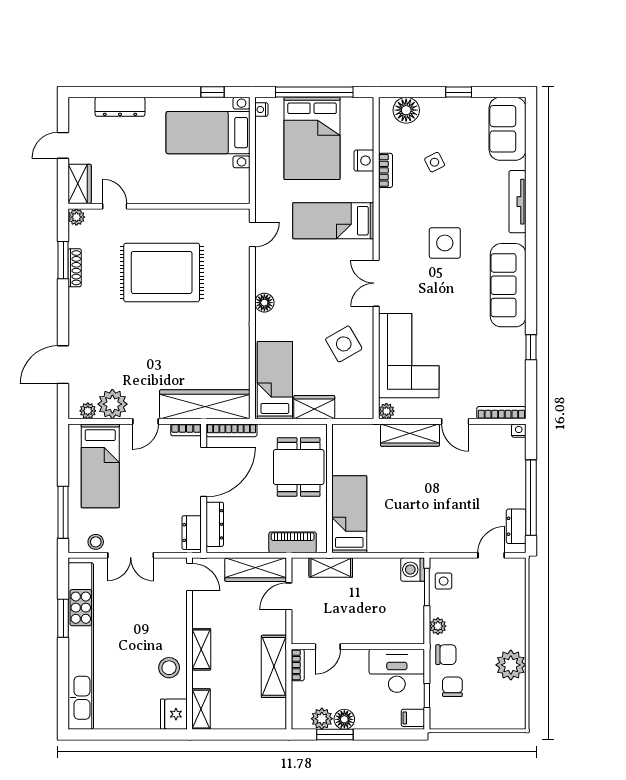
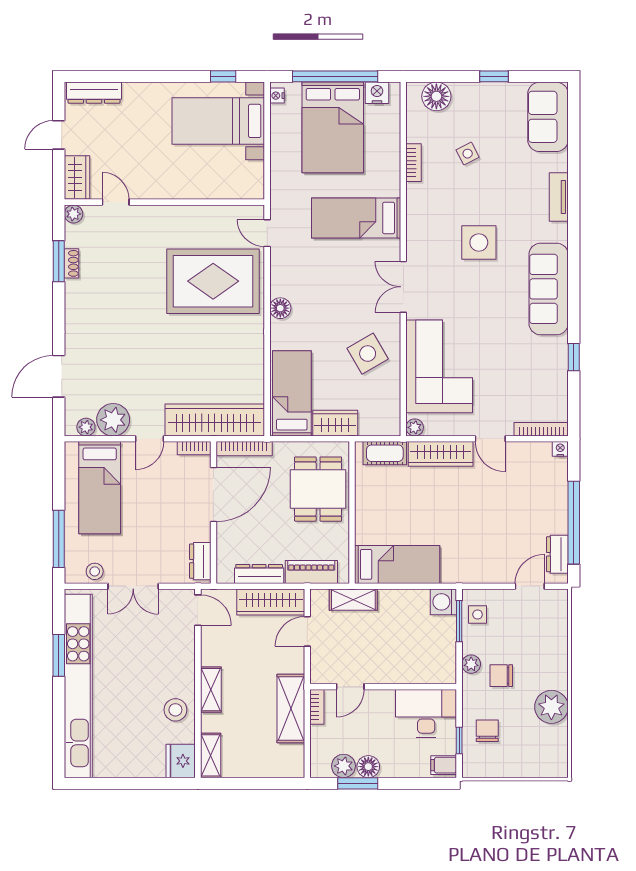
dresser: (120, 107) -> (94, 93), moved
nightstand: (364, 161) -> (377, 93), moved, turned -90
tv unit: (517, 202) -> (559, 197), width x0.71
door: (252, 234) -> (267, 233), swing flipped
shoe rack: (75, 268) -> (72, 263), width x0.70
rug: (162, 272) -> (213, 281), moved
cot: (359, 434) -> (385, 453), added
bed: (349, 514) -> (397, 564), moved, turned 90
dresser: (215, 524) -> (259, 574), moved, turned -90
chair: (446, 655) -> (501, 676), moved, turned 180

